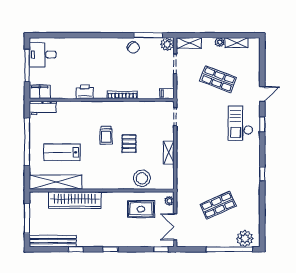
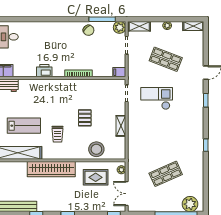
shelving: (237, 43) -> (193, 26), moved
checkout: (241, 123) -> (157, 98), moved, turned 90
trolley: (106, 135) -> (57, 134), moved
lab bench: (62, 152) -> (24, 126), turned 180
wardrobe: (75, 200) -> (51, 169), moved

